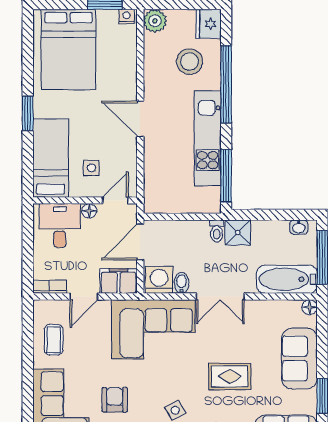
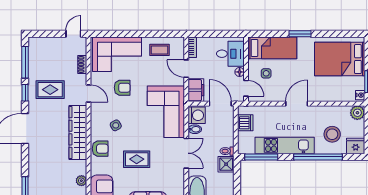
dishwasher: (171, 201) -> (245, 123), added
double door: (220, 297) -> (186, 153), swing flipped
rug: (230, 376) -> (137, 159), turned 90

